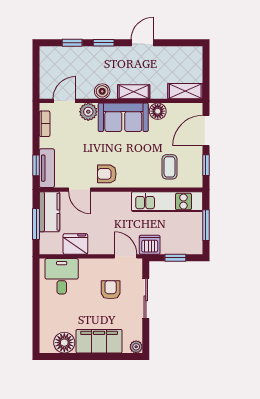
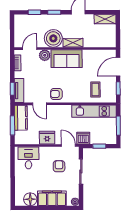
boiler: (102, 91) -> (53, 38), width x1.86, depth x1.86
shelving: (185, 91) -> (105, 19), moved
floor lamp: (158, 111) -> (88, 55), removed
fridge: (75, 244) -> (47, 138), moved

